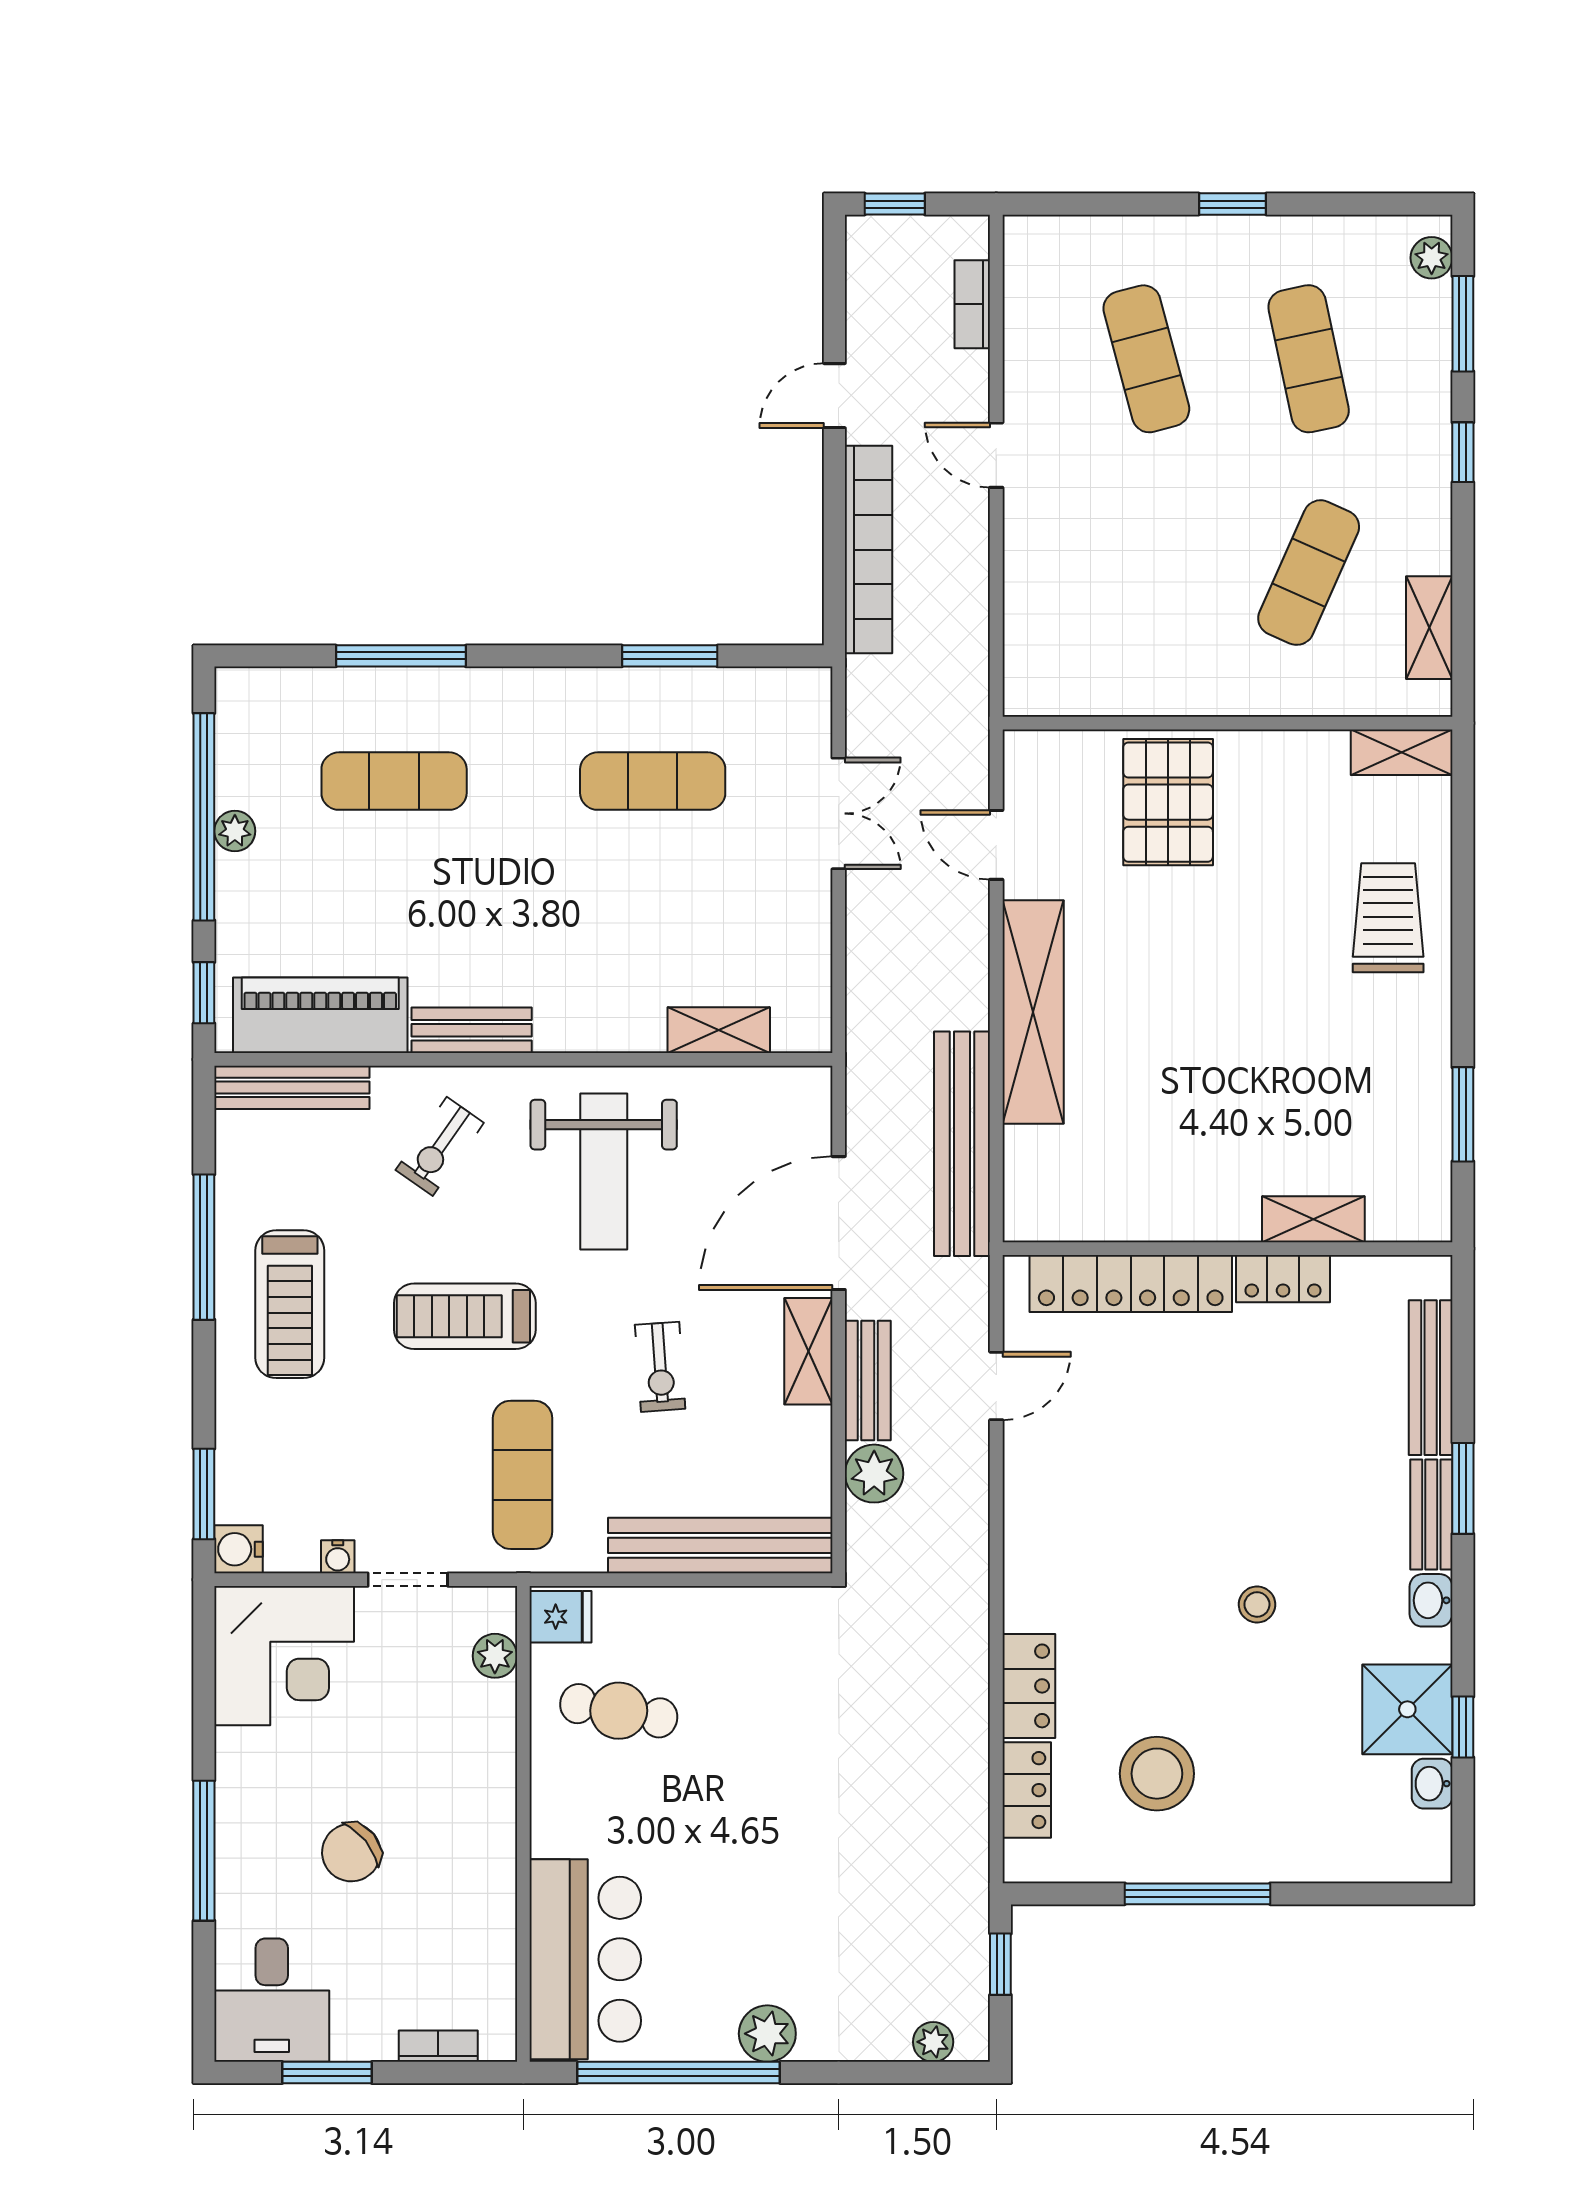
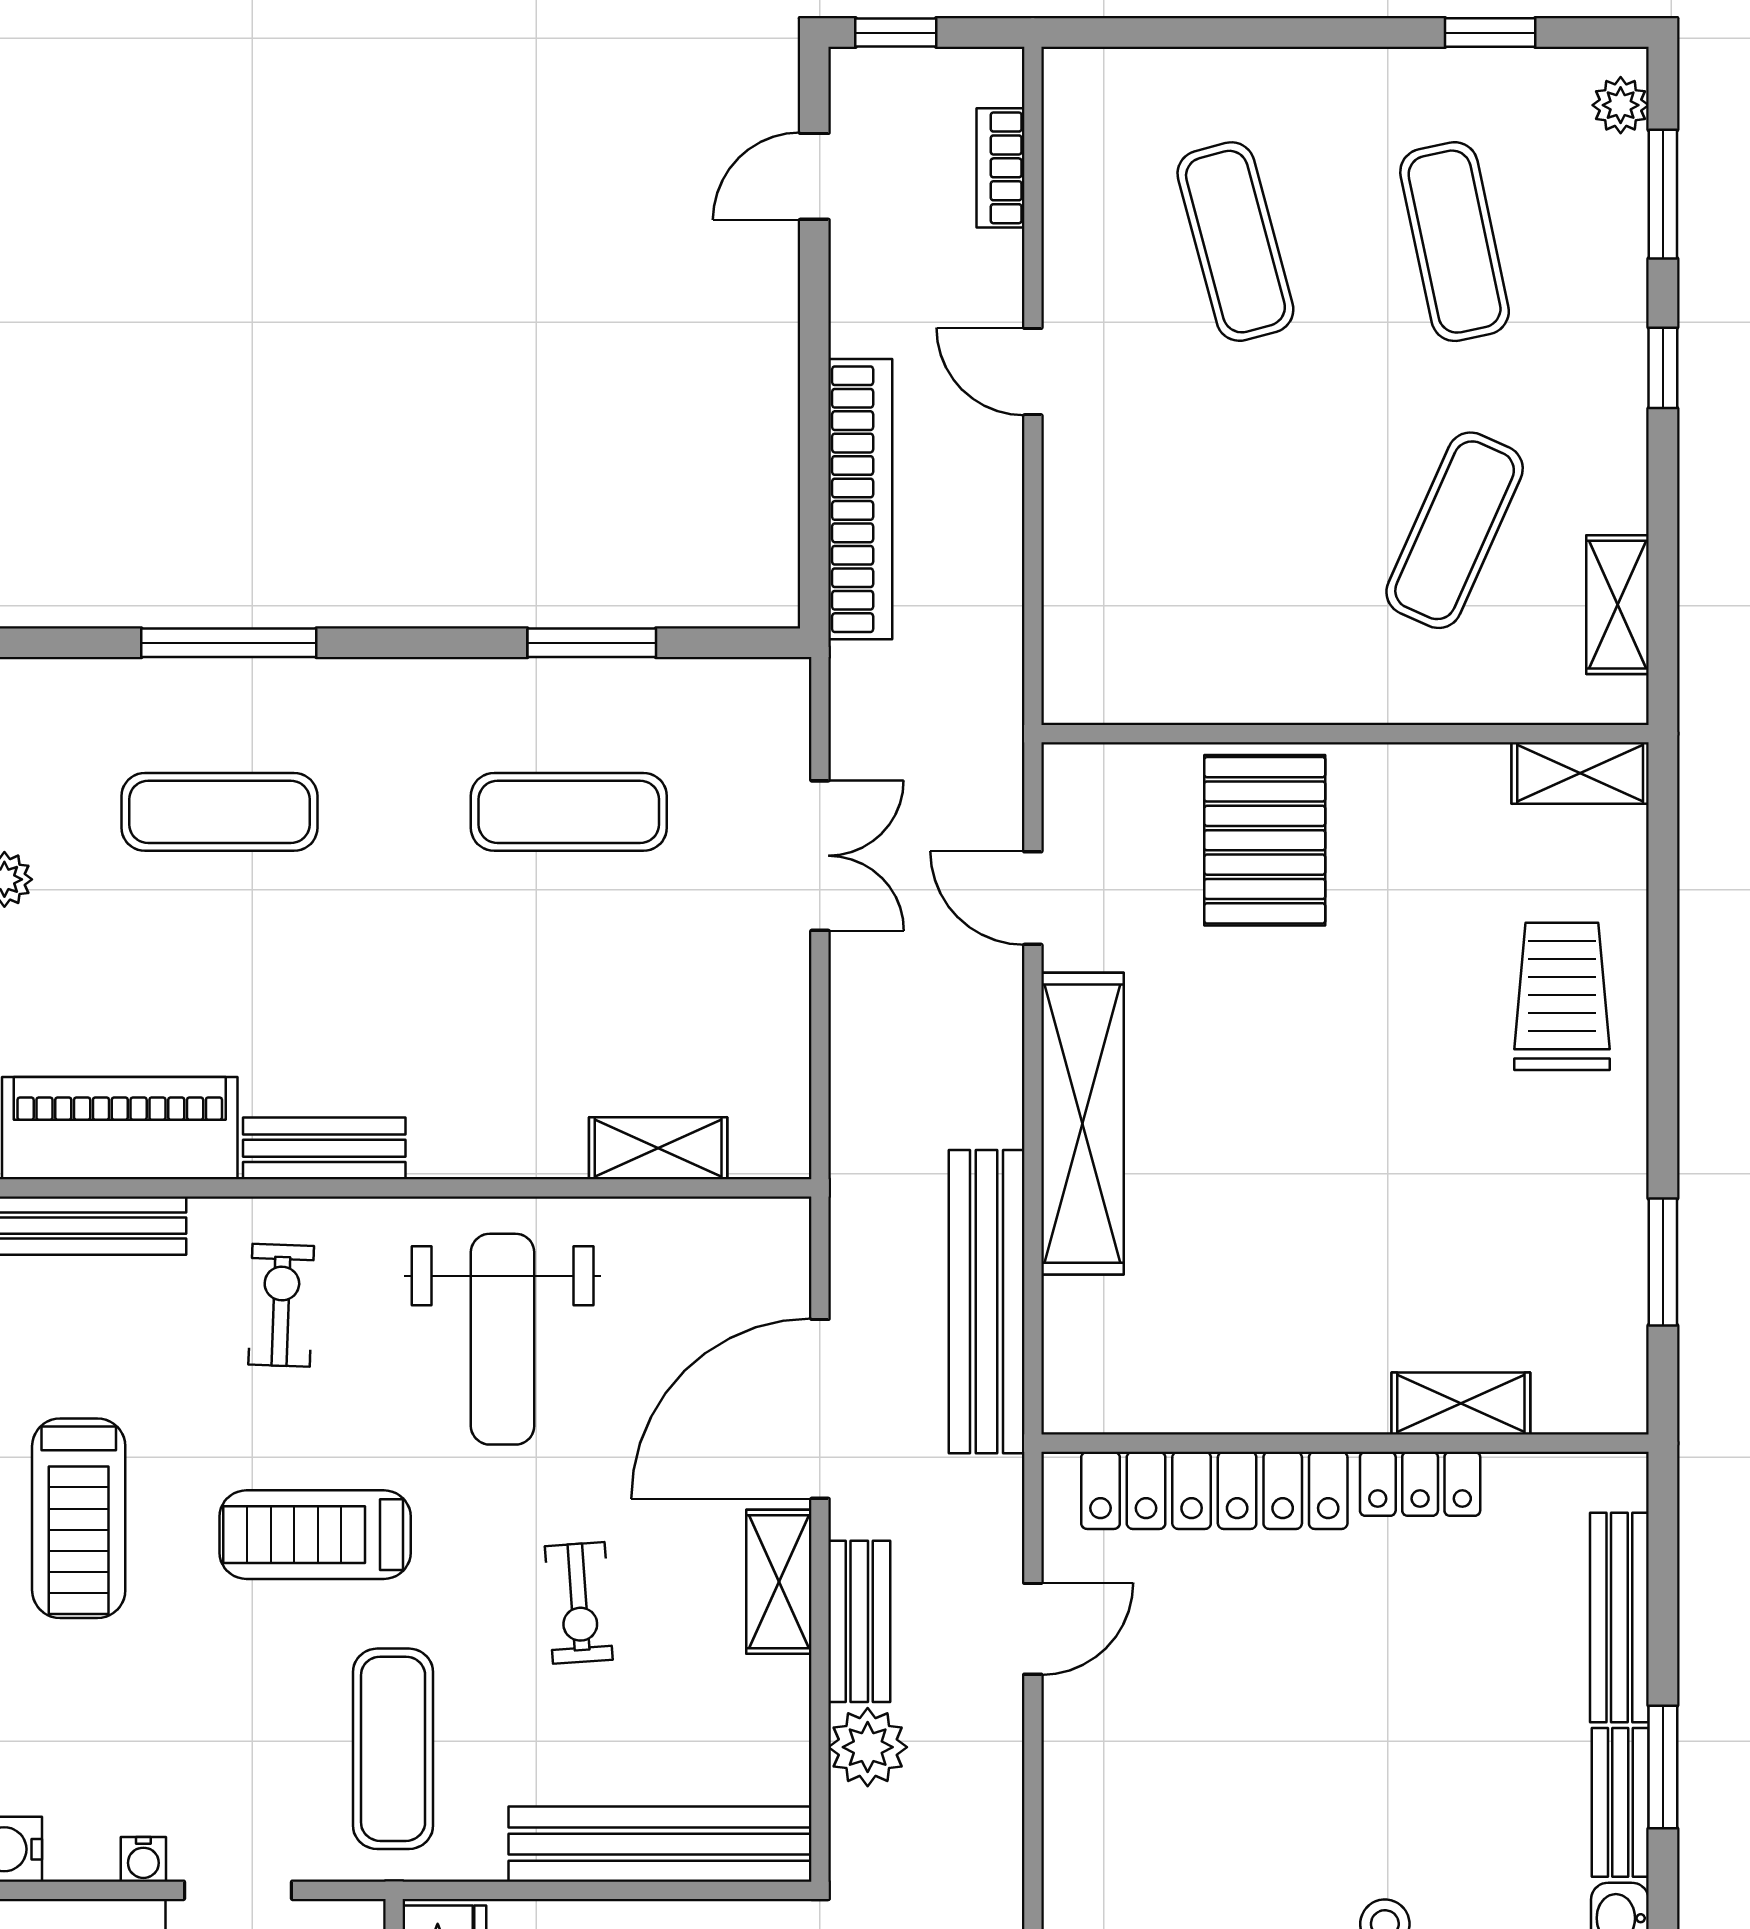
window: (1232, 204) -> (1490, 33), moved
door: (834, 396) -> (814, 176), moved
exercise bike: (440, 1146) -> (281, 1305), turned 147

